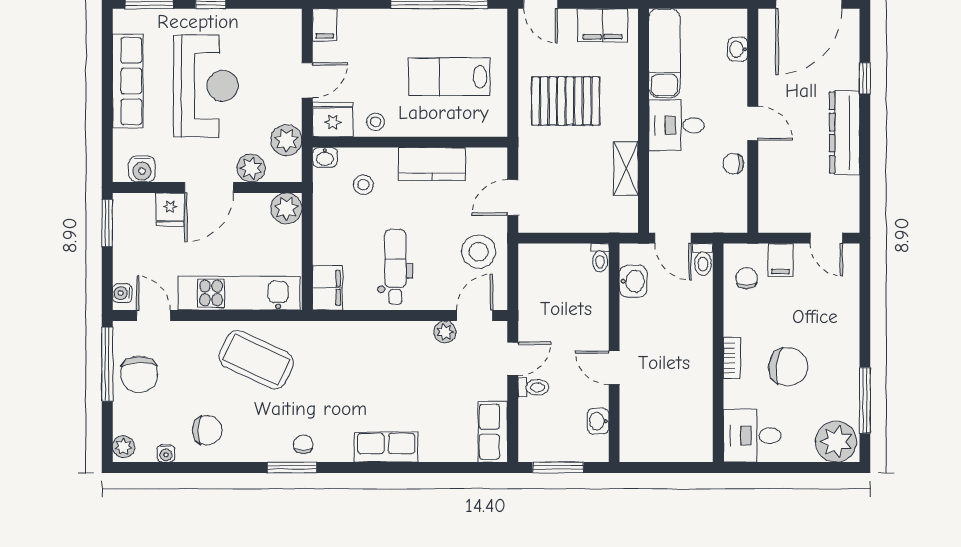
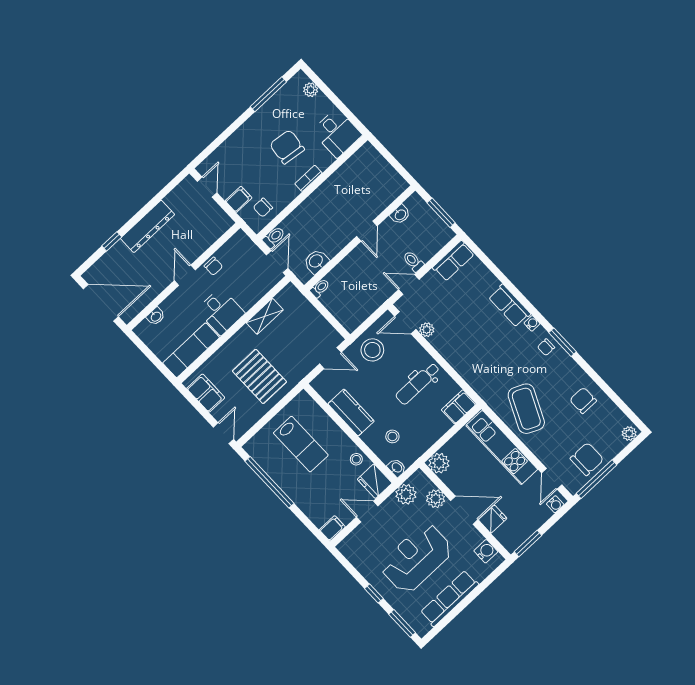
plant: (836, 442) -> (311, 90), width x0.53, depth x0.53
water cooler: (166, 453) -> (532, 323), moved

